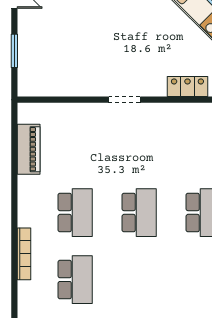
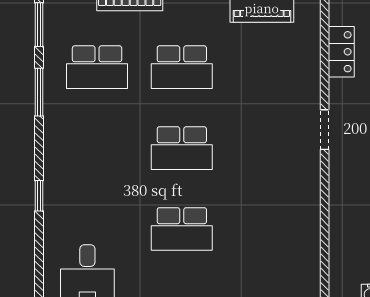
locker: (187, 86) -> (341, 52), moved

